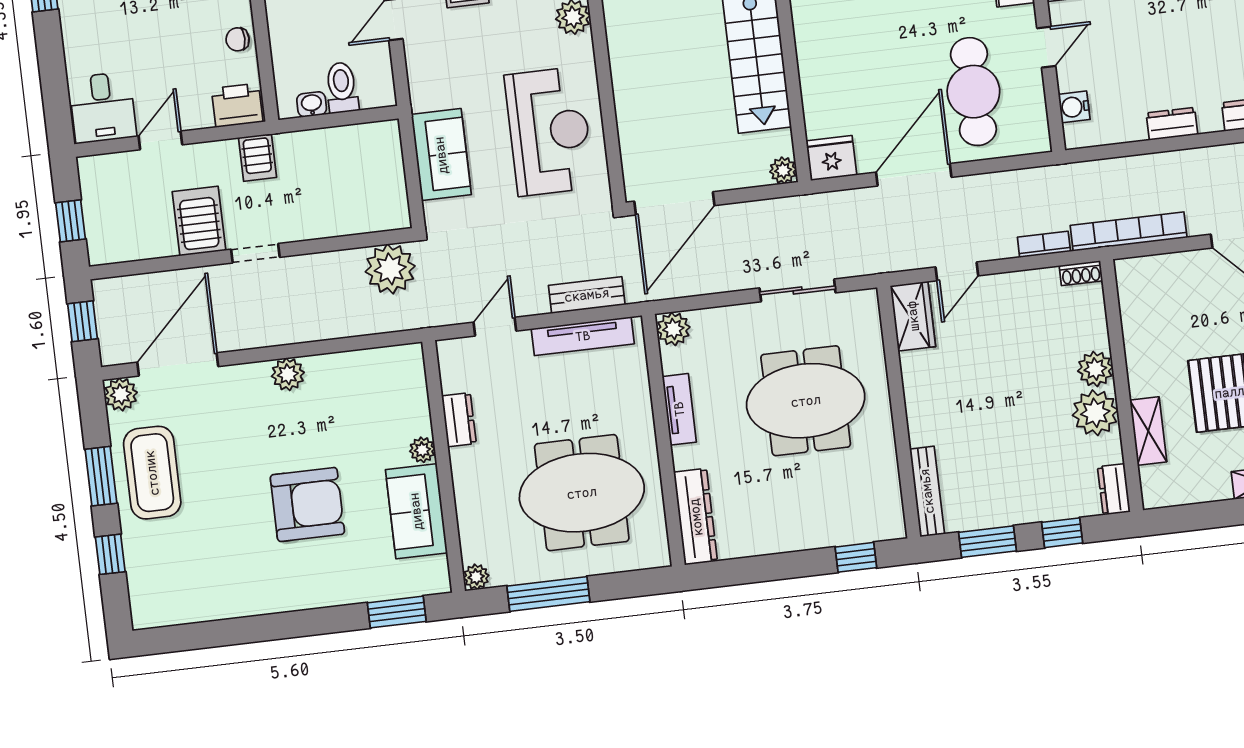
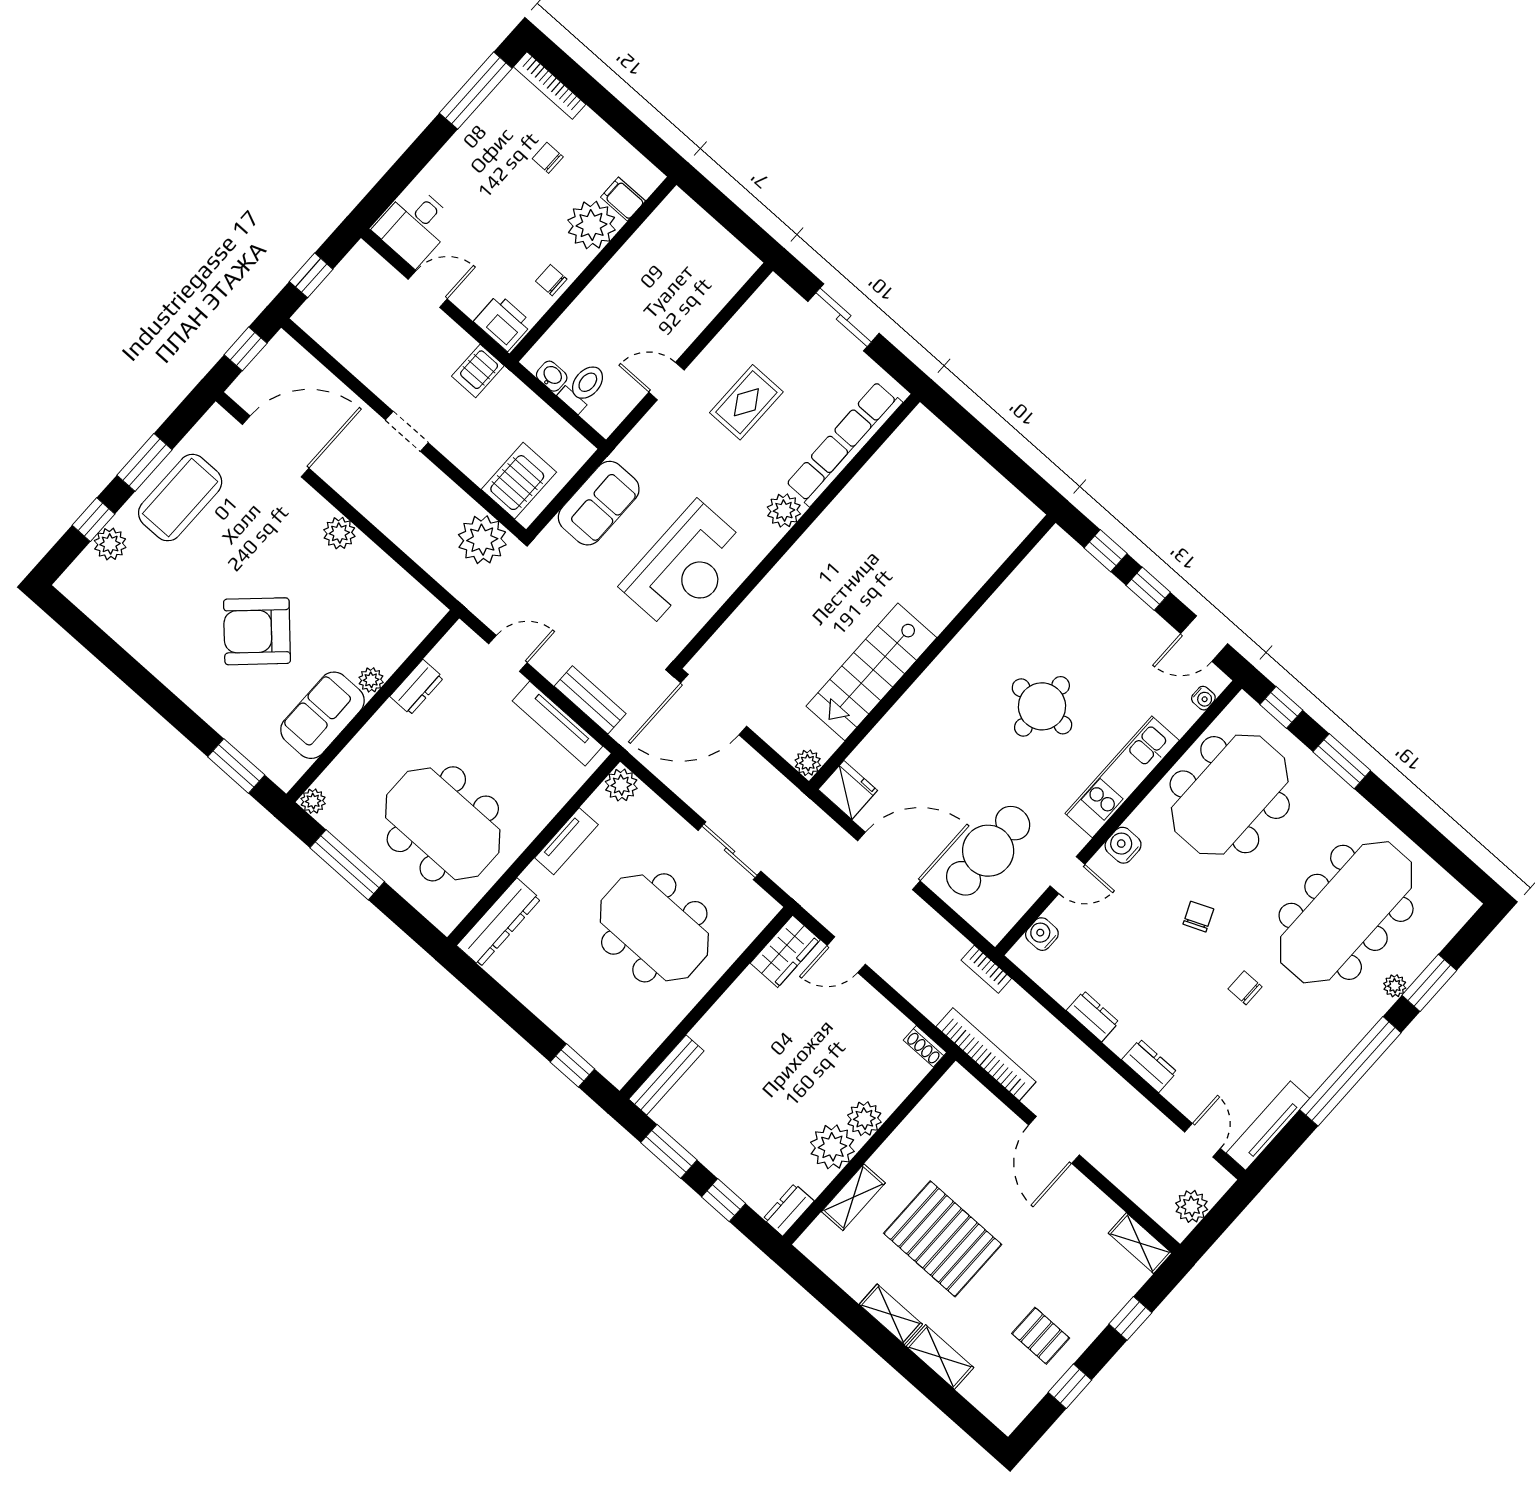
server rack: (199, 221) -> (519, 481), moved
bookcase: (1044, 244) -> (986, 969), moved, turned 180
plant: (121, 394) -> (110, 544), moved
armchair: (307, 505) -> (257, 631), turned 137

